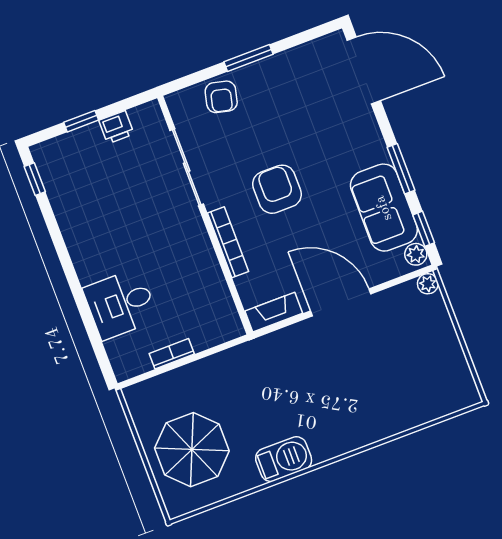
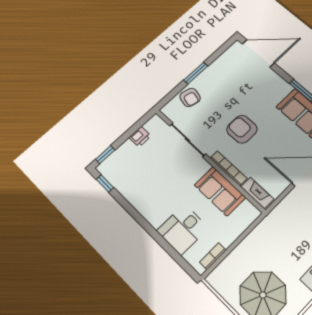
window: (81, 121) -> (105, 155), moved
sofa: (200, 272) -> (220, 191), added
fireplace: (274, 312) -> (257, 193), moved, turned 90
bookcase: (172, 354) -> (213, 256), moved

